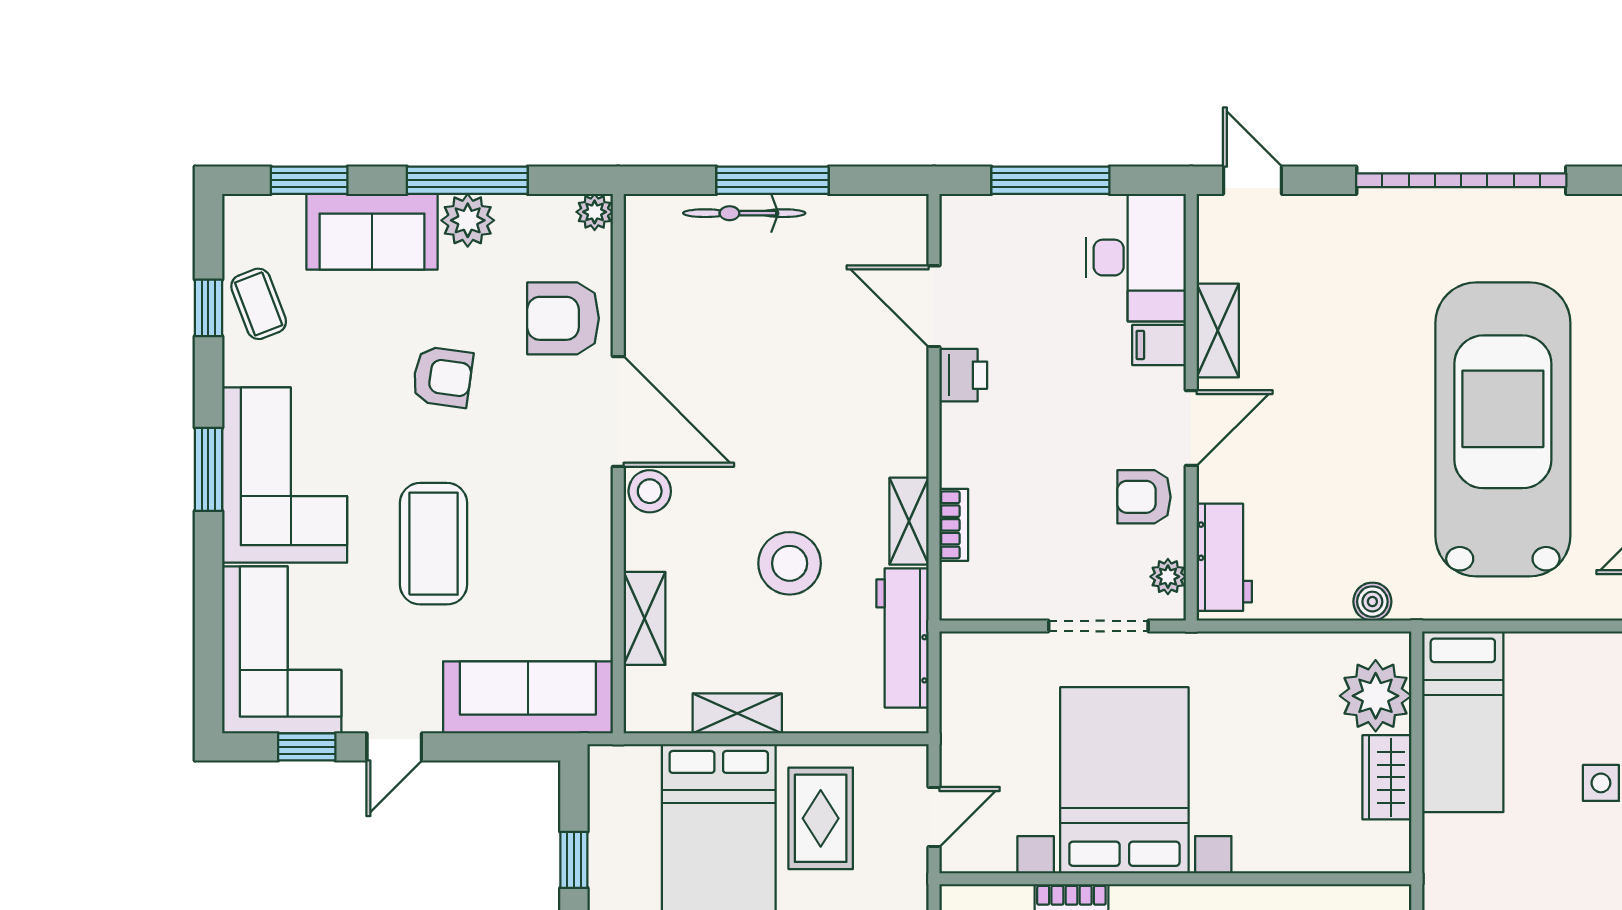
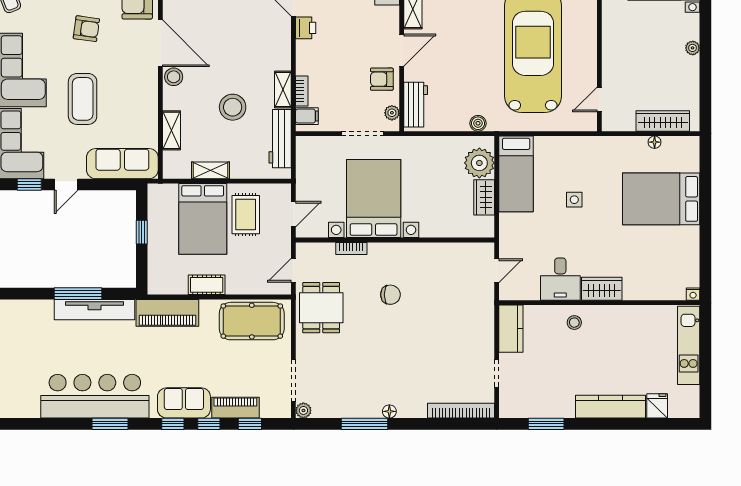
filing cabinet: (1159, 345) -> (307, 116), moved, turned 180

